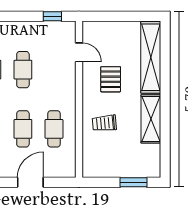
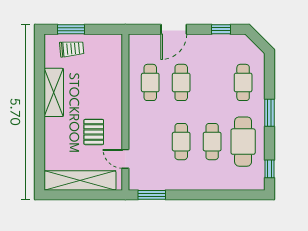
window: (52, 16) -> (152, 195), width x1.50
shelving: (151, 57) -> (80, 180), moved, turned 90
trolley: (104, 123) -> (72, 49), moved

